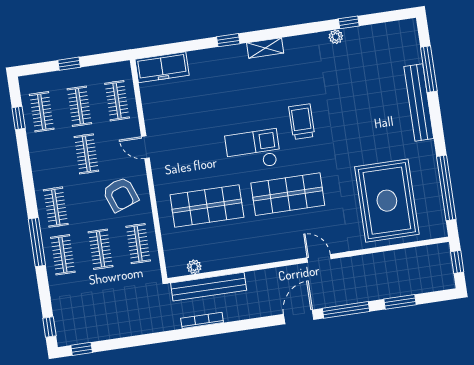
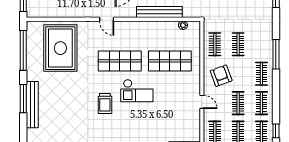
window: (429, 69) -> (23, 99), moved
clothes rail: (63, 255) -> (261, 103), moved
bench: (209, 287) -> (159, 12), moved

